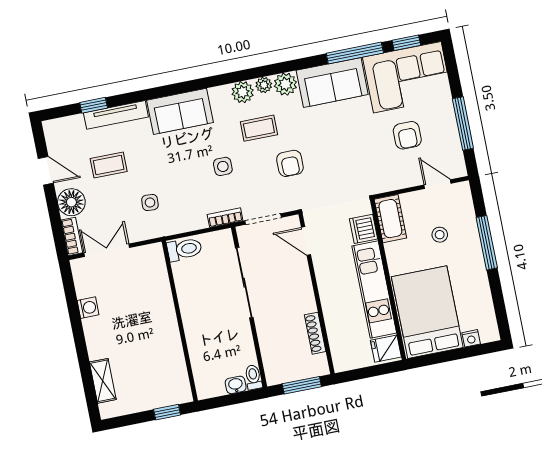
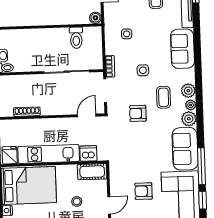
side table: (150, 202) -> (127, 34), moved
toilet: (184, 249) -> (76, 38), moved
boiler: (155, 252) -> (95, 18), added

